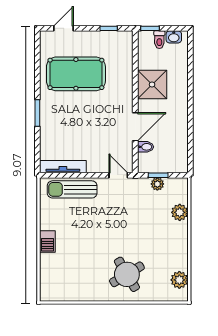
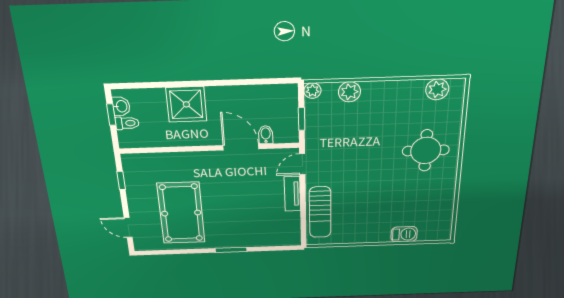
window: (150, 28) -> (111, 115), moved
shower: (152, 84) -> (186, 104), moved
tv unit: (63, 167) -> (292, 194), moved, width x0.71
plant: (157, 184) -> (312, 91), moved
barbecue: (47, 242) -> (404, 234), moved
round table: (127, 274) -> (426, 150), turned 31

